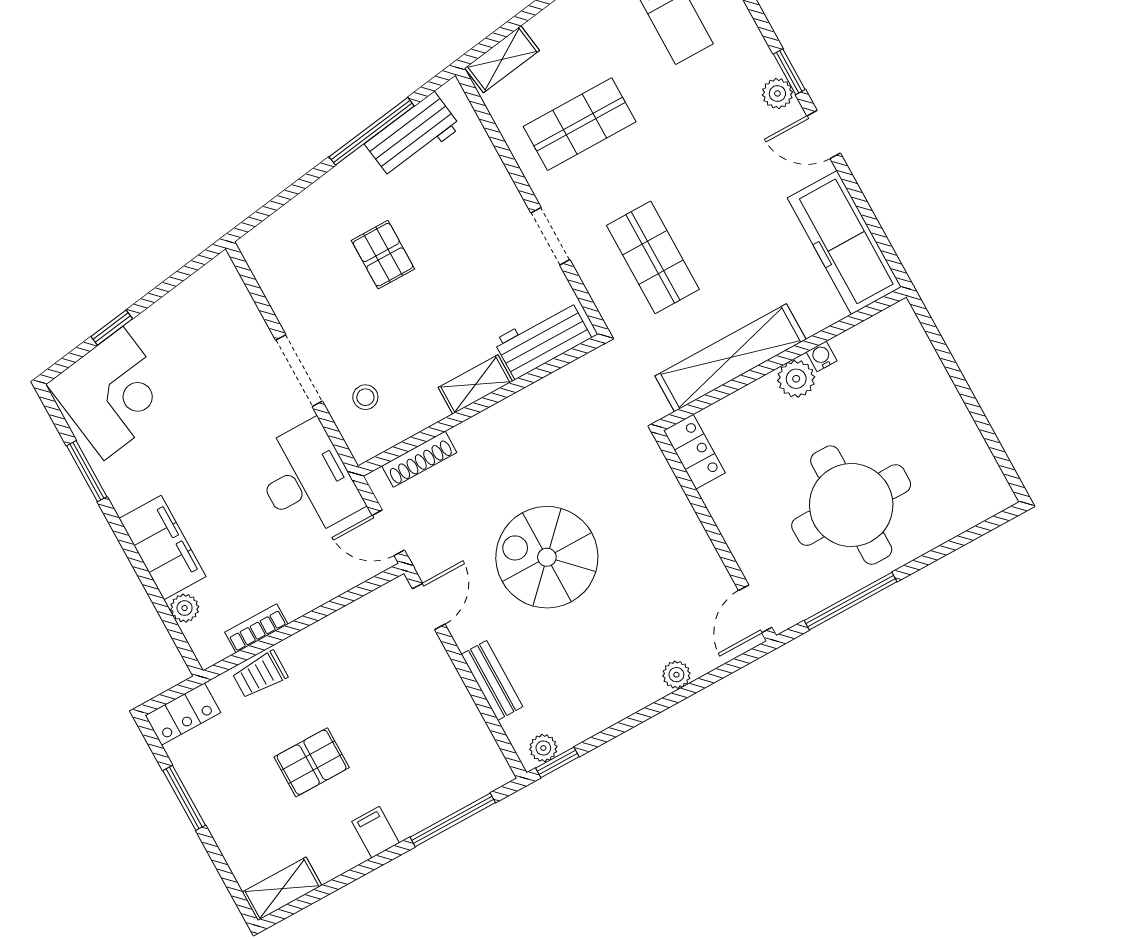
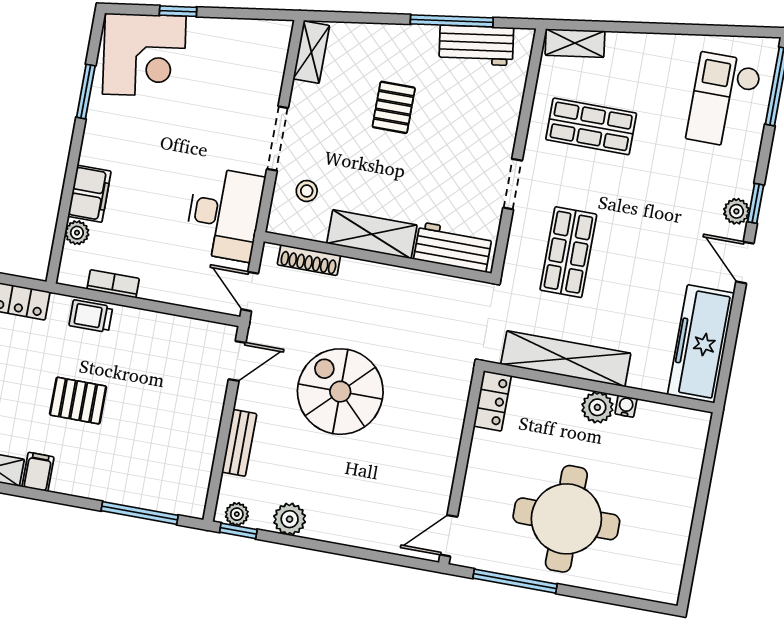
shelving: (265, 266) -> (311, 52), added
shelving: (475, 385) -> (372, 234), width x1.50, depth x1.33
filing cabinet: (162, 547) -> (90, 194), width x0.67, depth x0.86
plant: (676, 675) -> (290, 519), moved, width x1.38, depth x1.38
filing cabinet: (376, 832) -> (38, 472), moved

